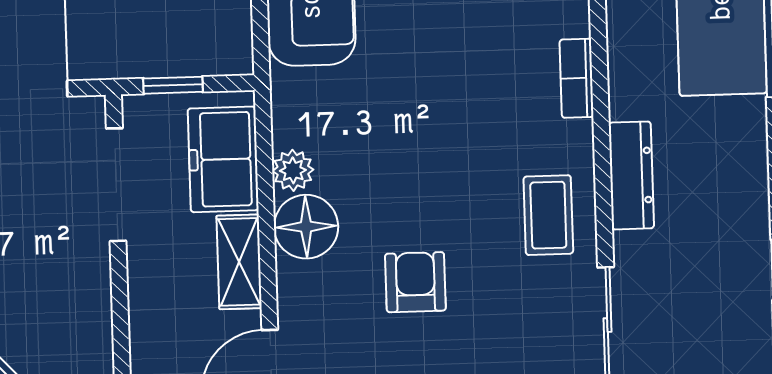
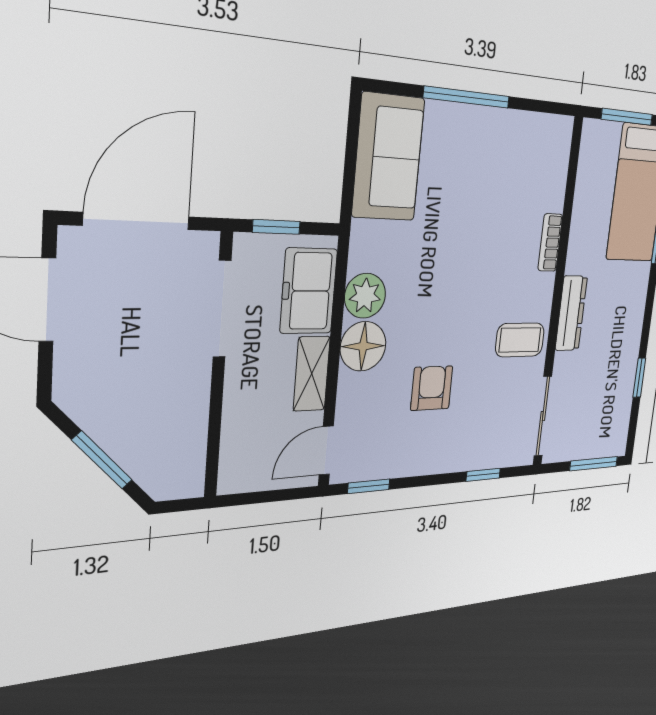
plant: (293, 170) -> (365, 296), width x1.38, depth x1.38
coffee table: (548, 215) -> (520, 340), turned 90

